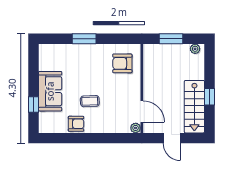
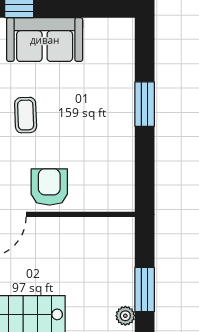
window: (171, 39) -> (145, 290), moved
armchair: (122, 63) -> (49, 187), moved

